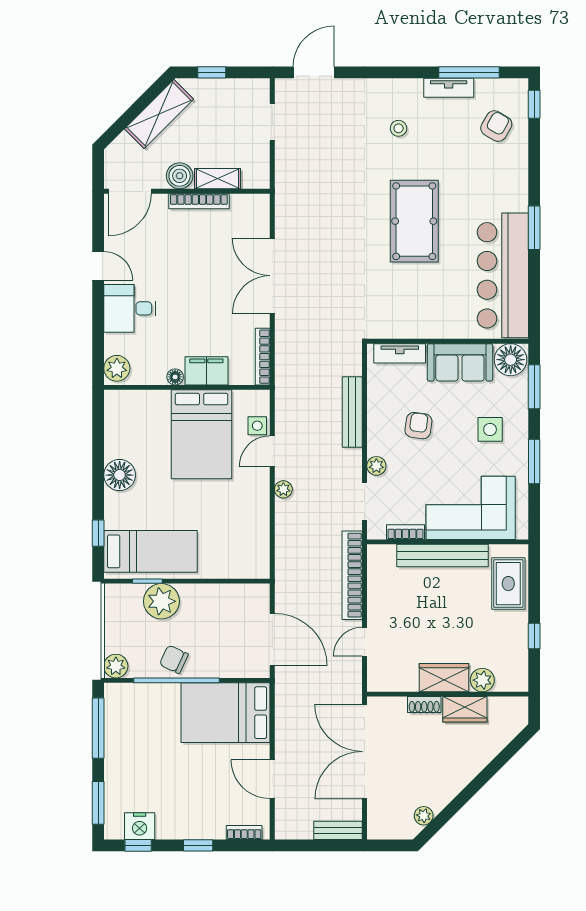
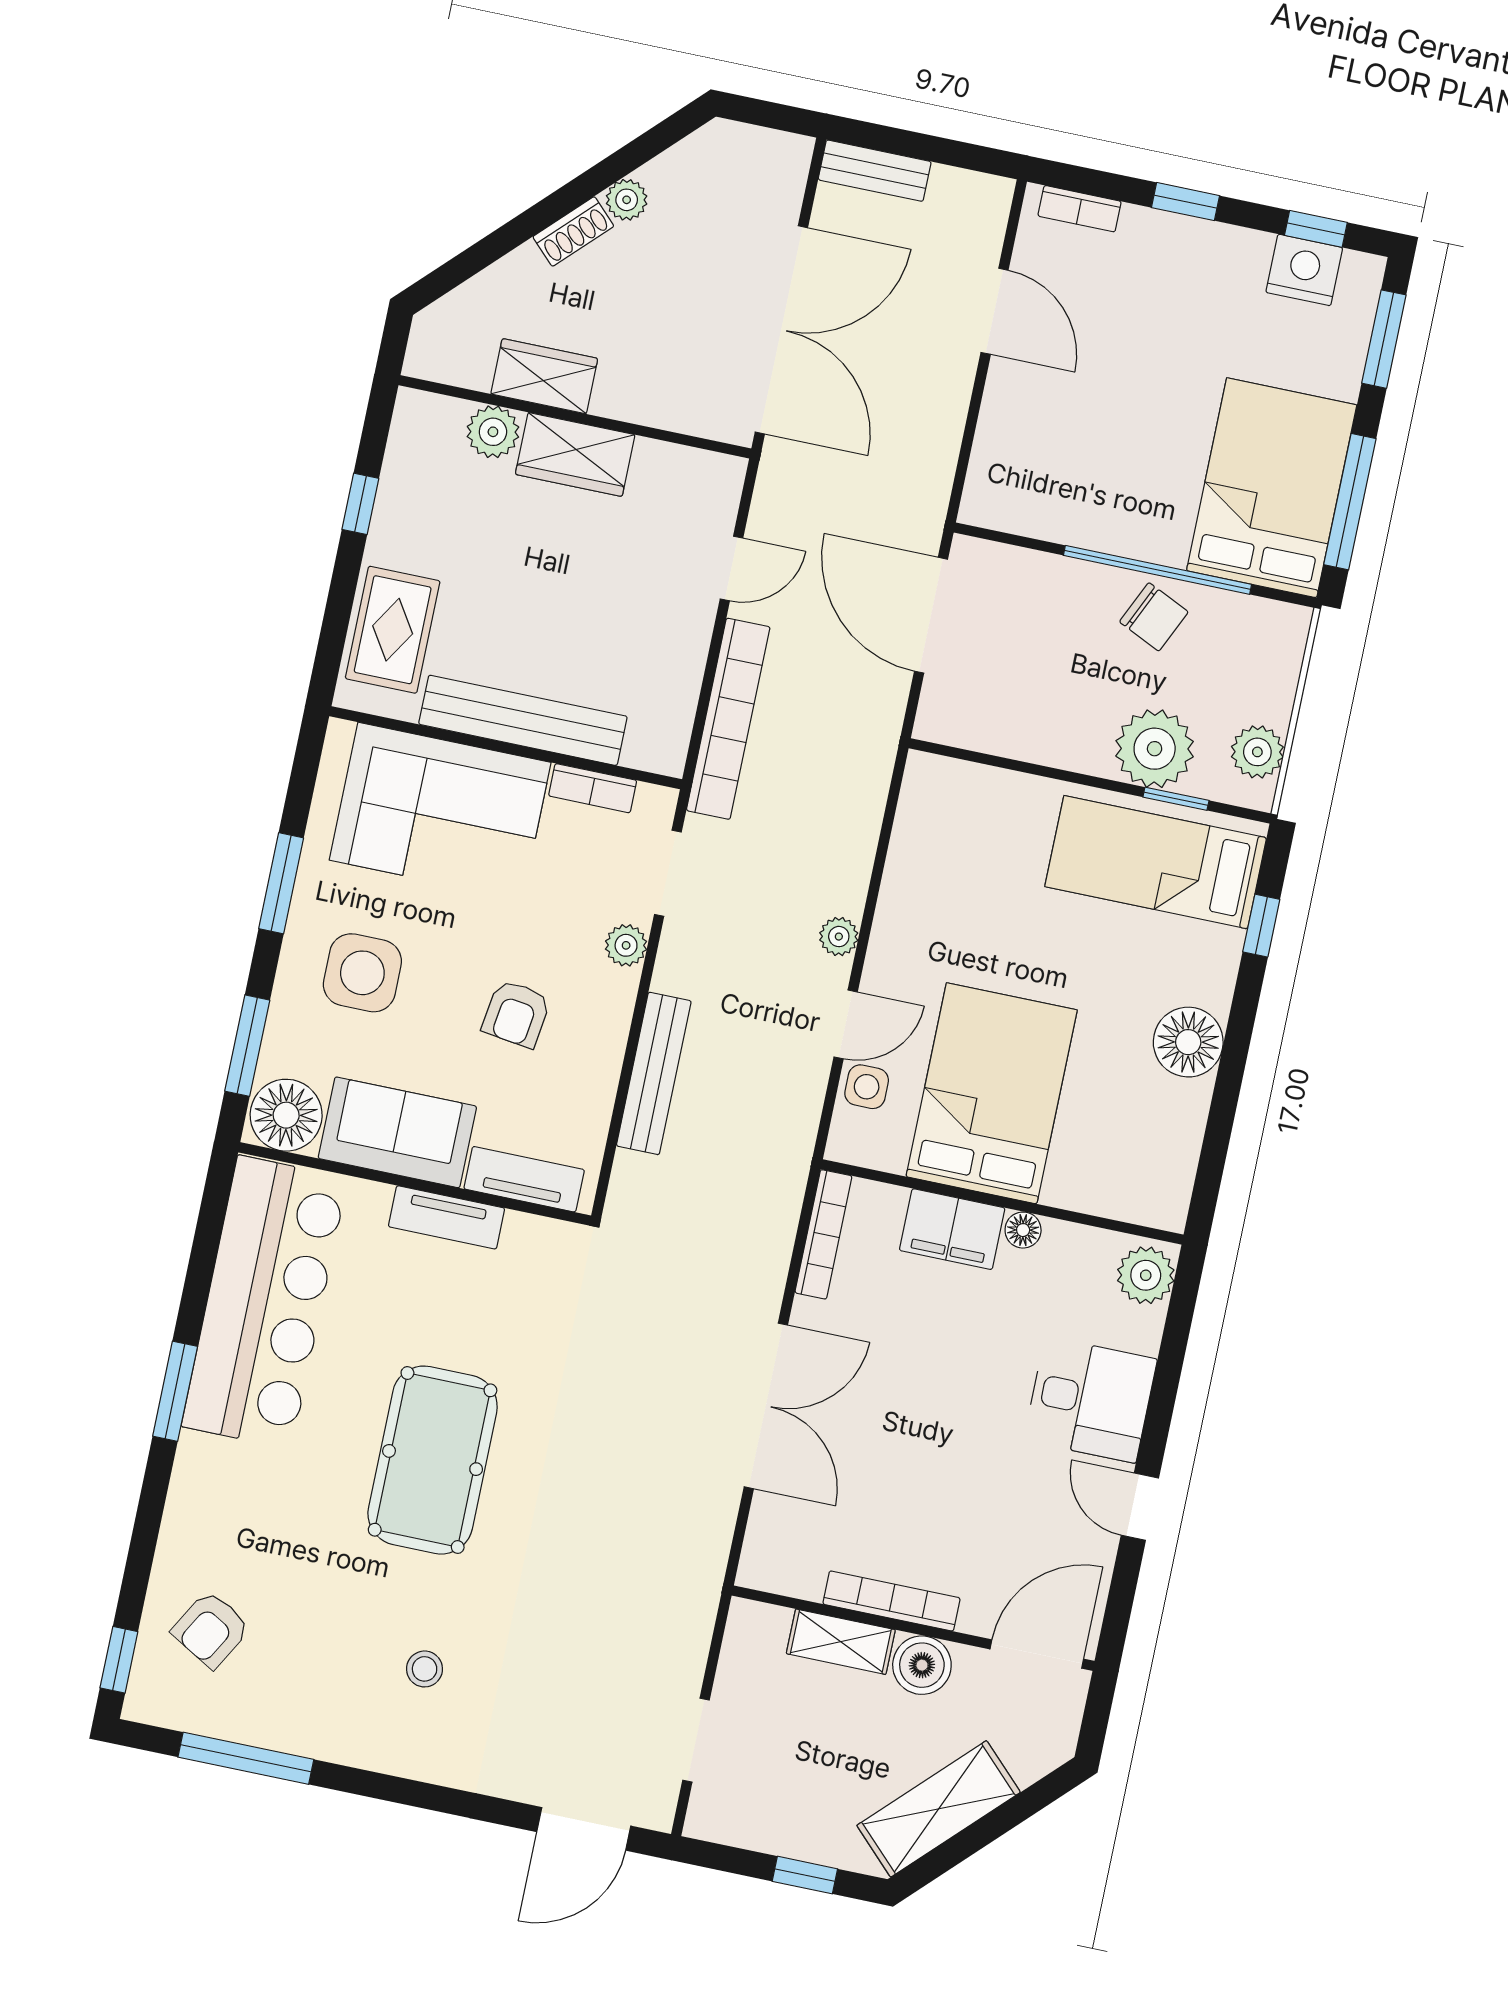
tv unit: (449, 88) -> (447, 1217), moved, turned 180
side table: (490, 429) -> (362, 973), width x1.37, depth x1.37
plant: (116, 666) -> (1257, 752), moved
shoe rack: (424, 705) -> (573, 231), moved, turned 135
bed: (226, 713) -> (1272, 488), moved, turned -90
plant: (424, 816) -> (627, 200), moved

